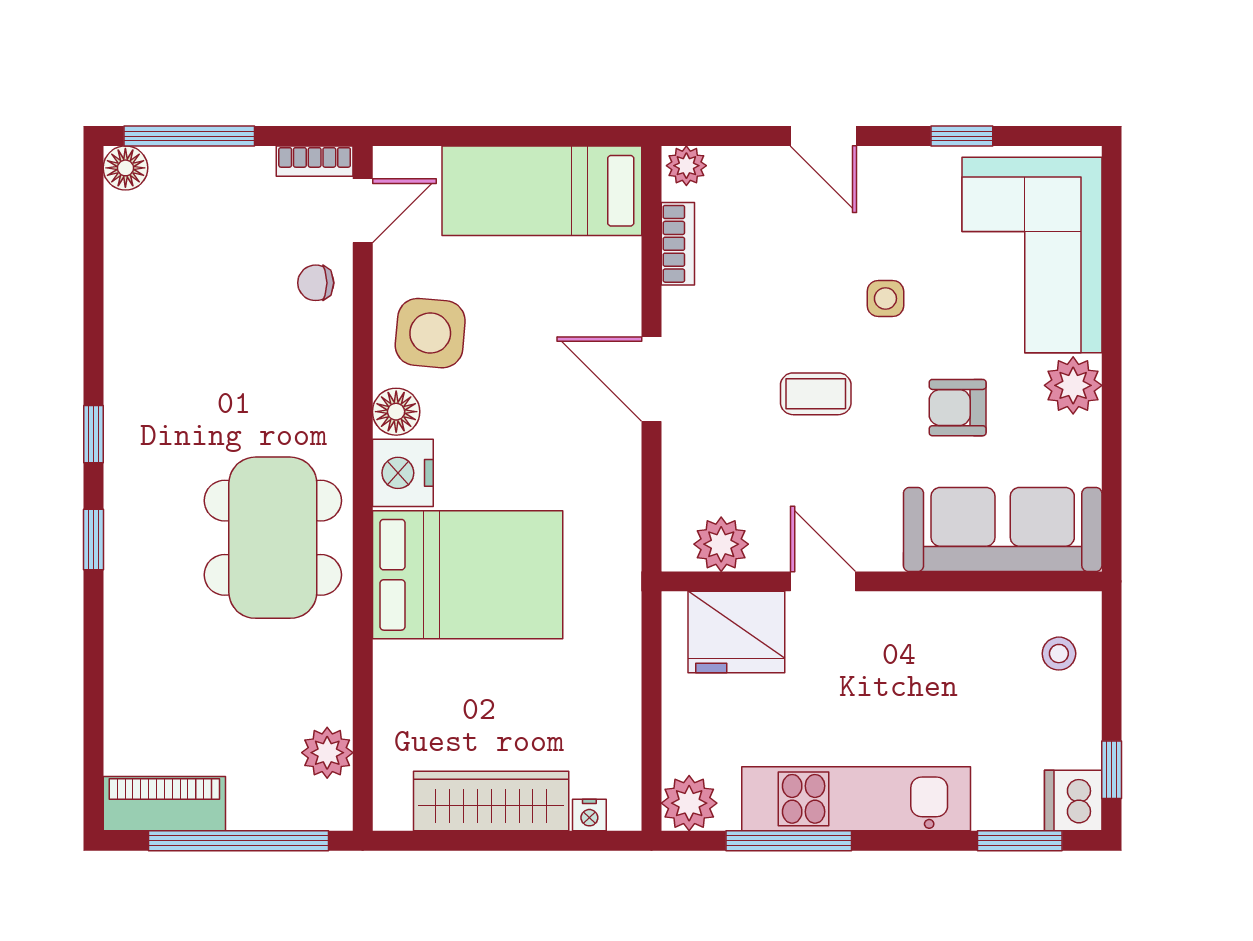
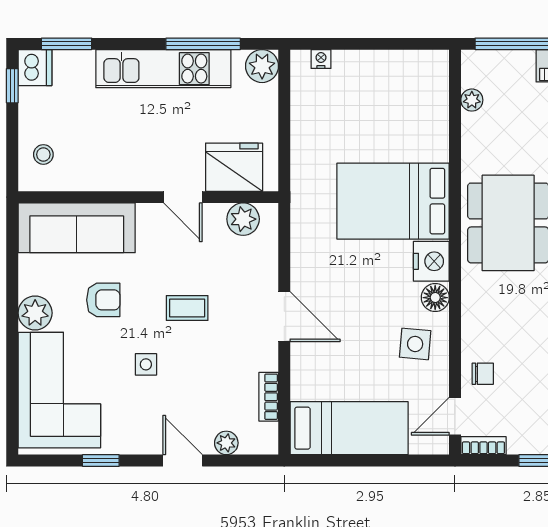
plant: (686, 166) -> (226, 443), moved
side table: (430, 333) -> (415, 344), width x0.73, depth x0.73
plant: (327, 753) -> (472, 100), width x0.73, depth x0.73
wardrobe: (491, 801) -> (379, 67), removed

